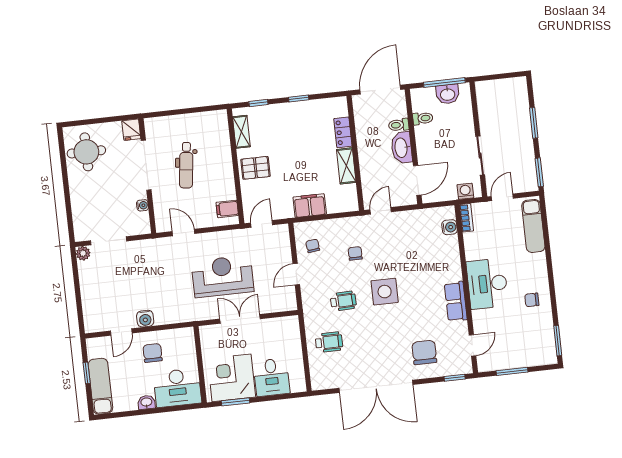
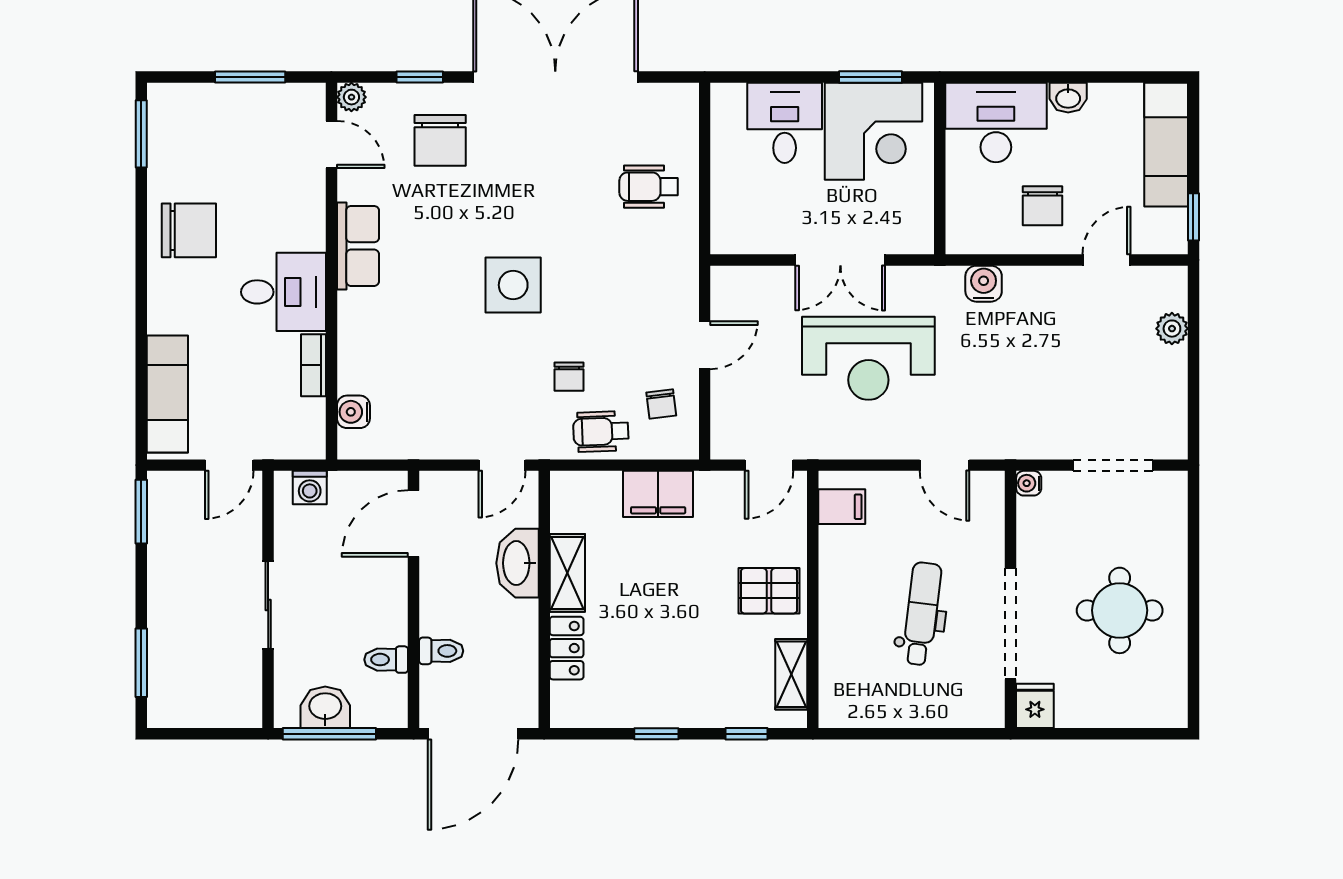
window: (534, 123) -> (141, 663), moved
washbasin: (402, 148) -> (517, 563), moved, turned 180
round table: (86, 152) -> (1120, 610), moved
sliding door: (480, 156) -> (268, 605), moved
water cooler: (142, 205) -> (1029, 483), moved
bookcase: (467, 218) -> (313, 365), moved
plant: (83, 253) -> (1172, 329), moved
desk: (487, 284) -> (284, 292), width x0.73
chair: (532, 300) -> (189, 230), width x1.87, depth x1.87
wheelchair: (343, 301) -> (601, 431), moved
water cooler: (145, 319) -> (984, 284), moved
door: (472, 345) -> (331, 144), swing flipped
plant: (466, 367) -> (351, 97), added
window: (87, 373) -> (1193, 217), moved
window: (455, 378) -> (420, 77), moved

